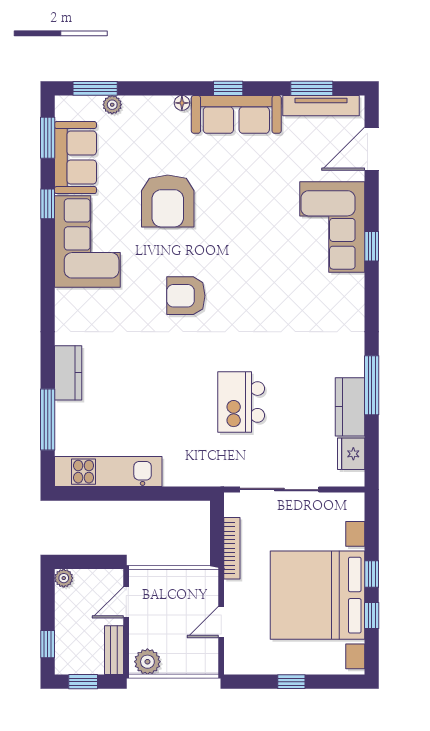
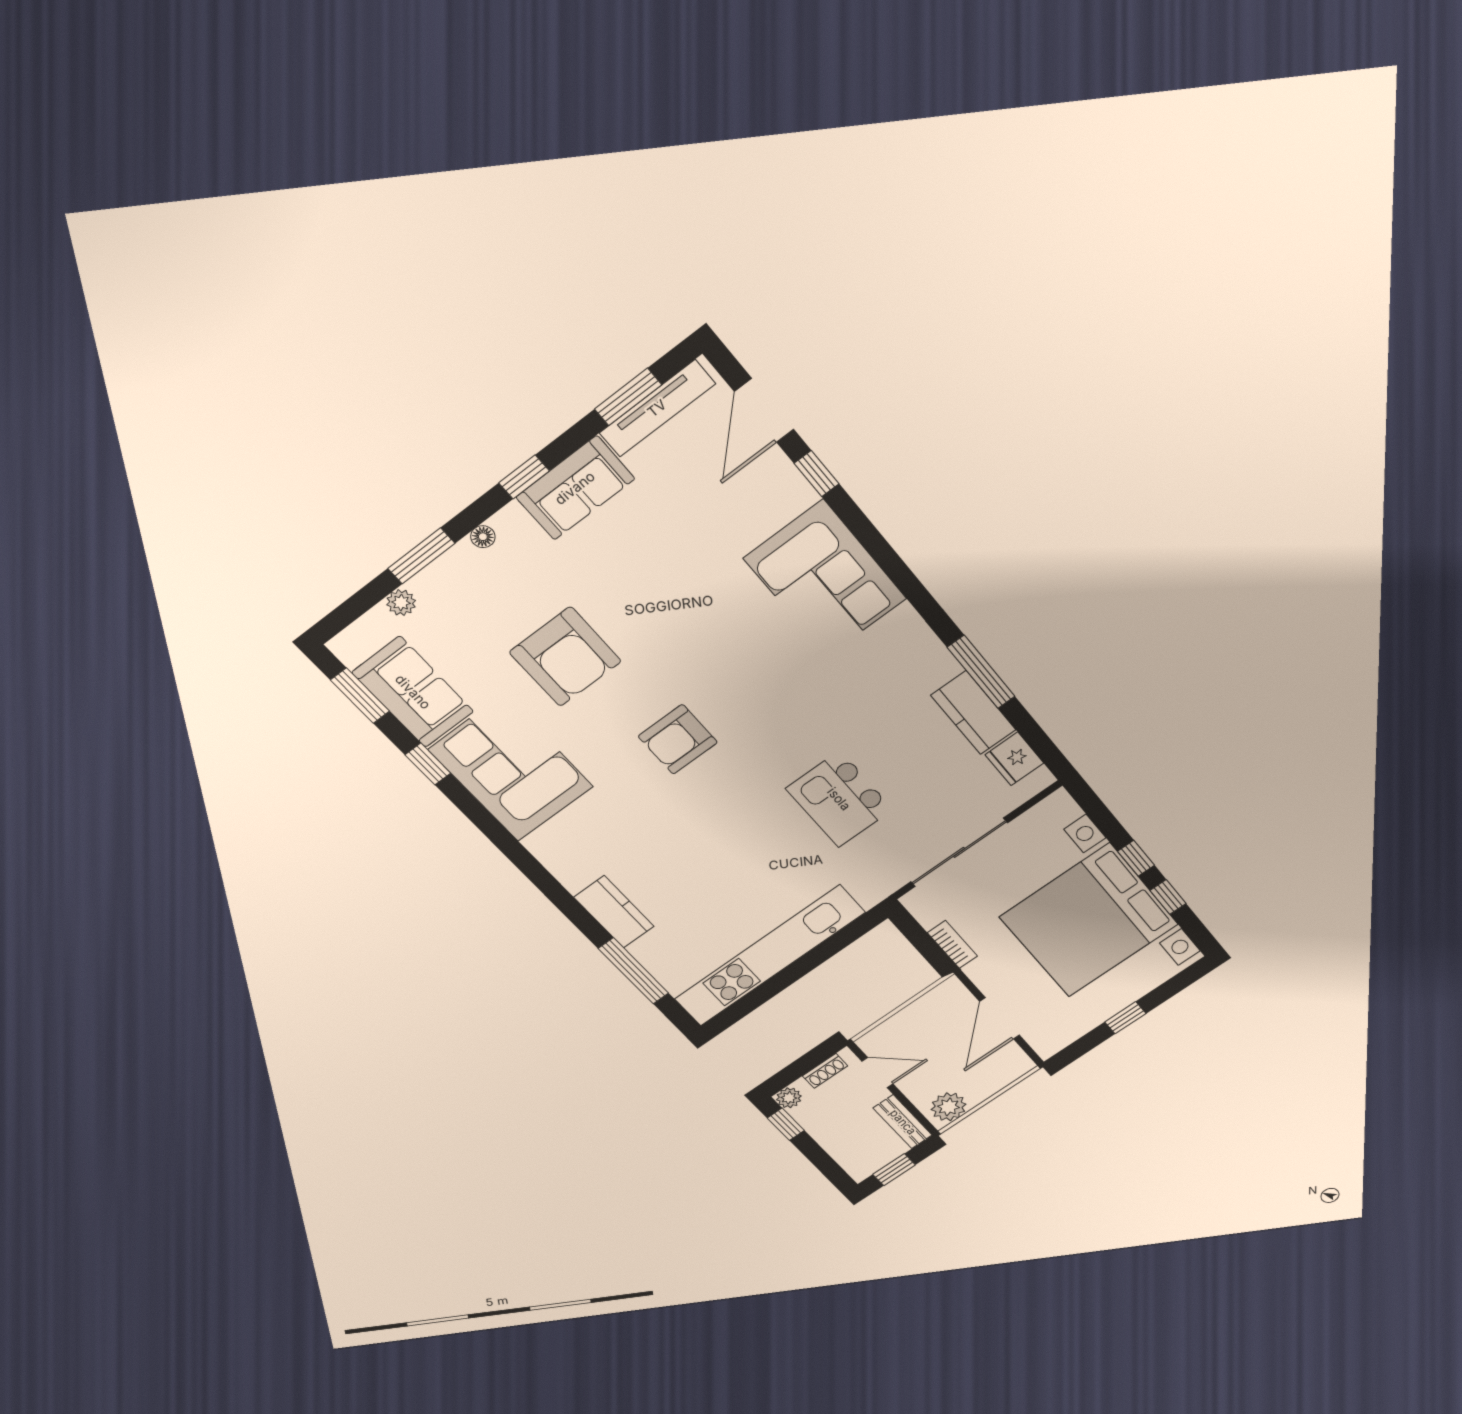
window: (95, 88) -> (421, 556), moved
sofa: (236, 114) -> (575, 488), width x0.73
corner sofa: (332, 227) -> (825, 579), moved
window: (372, 246) -> (816, 474), moved
kitchen unit: (108, 472) -> (769, 956), width x1.36
bookcase: (232, 548) -> (952, 944), width x0.64
shoe rack: (98, 576) -> (825, 1071), added
door: (126, 602) -> (877, 1073), swing flipped
door: (221, 622) -> (1000, 1018), width x1.38
window: (48, 644) -> (786, 1124), moved

